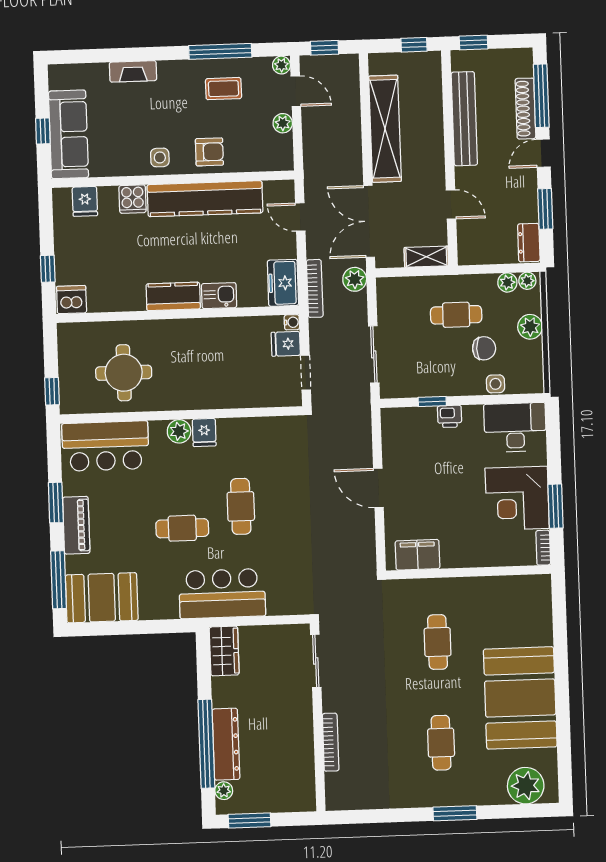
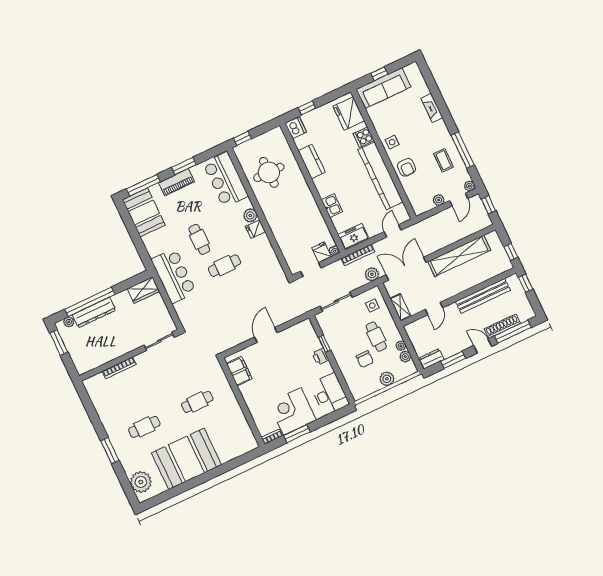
fridge: (85, 201) -> (349, 114), width x1.88, depth x1.34
plant: (527, 281) -> (401, 346), moved
kitchen counter: (173, 296) -> (312, 161), moved
side table: (495, 384) -> (372, 306), moved

